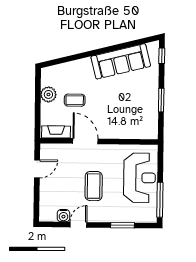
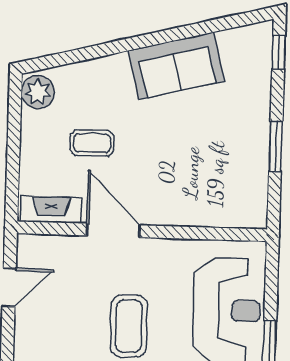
sofa: (121, 61) -> (176, 66), width x0.73
plant: (48, 94) -> (38, 92), moved

